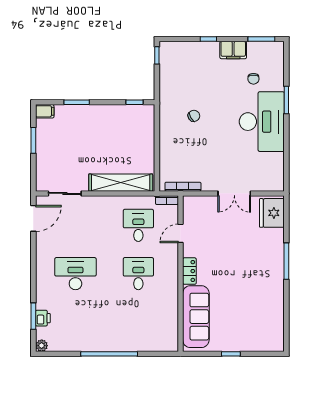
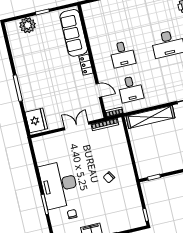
double door: (234, 193) -> (77, 126), moved
door: (180, 233) -> (99, 90), hinge flipped
plant: (254, 341) -> (28, 25), added

